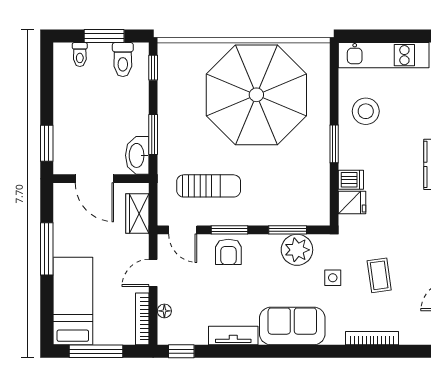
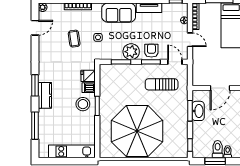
toilet: (123, 60) -> (218, 149), moved
stool: (366, 111) -> (83, 104), moved
washbasin: (137, 155) -> (198, 111), moved
door: (94, 179) -> (220, 88), swing flipped
wardrobe: (137, 213) -> (198, 70), removed
plant: (297, 250) -> (131, 52), moved
door: (153, 273) -> (190, 40), hinge flipped

